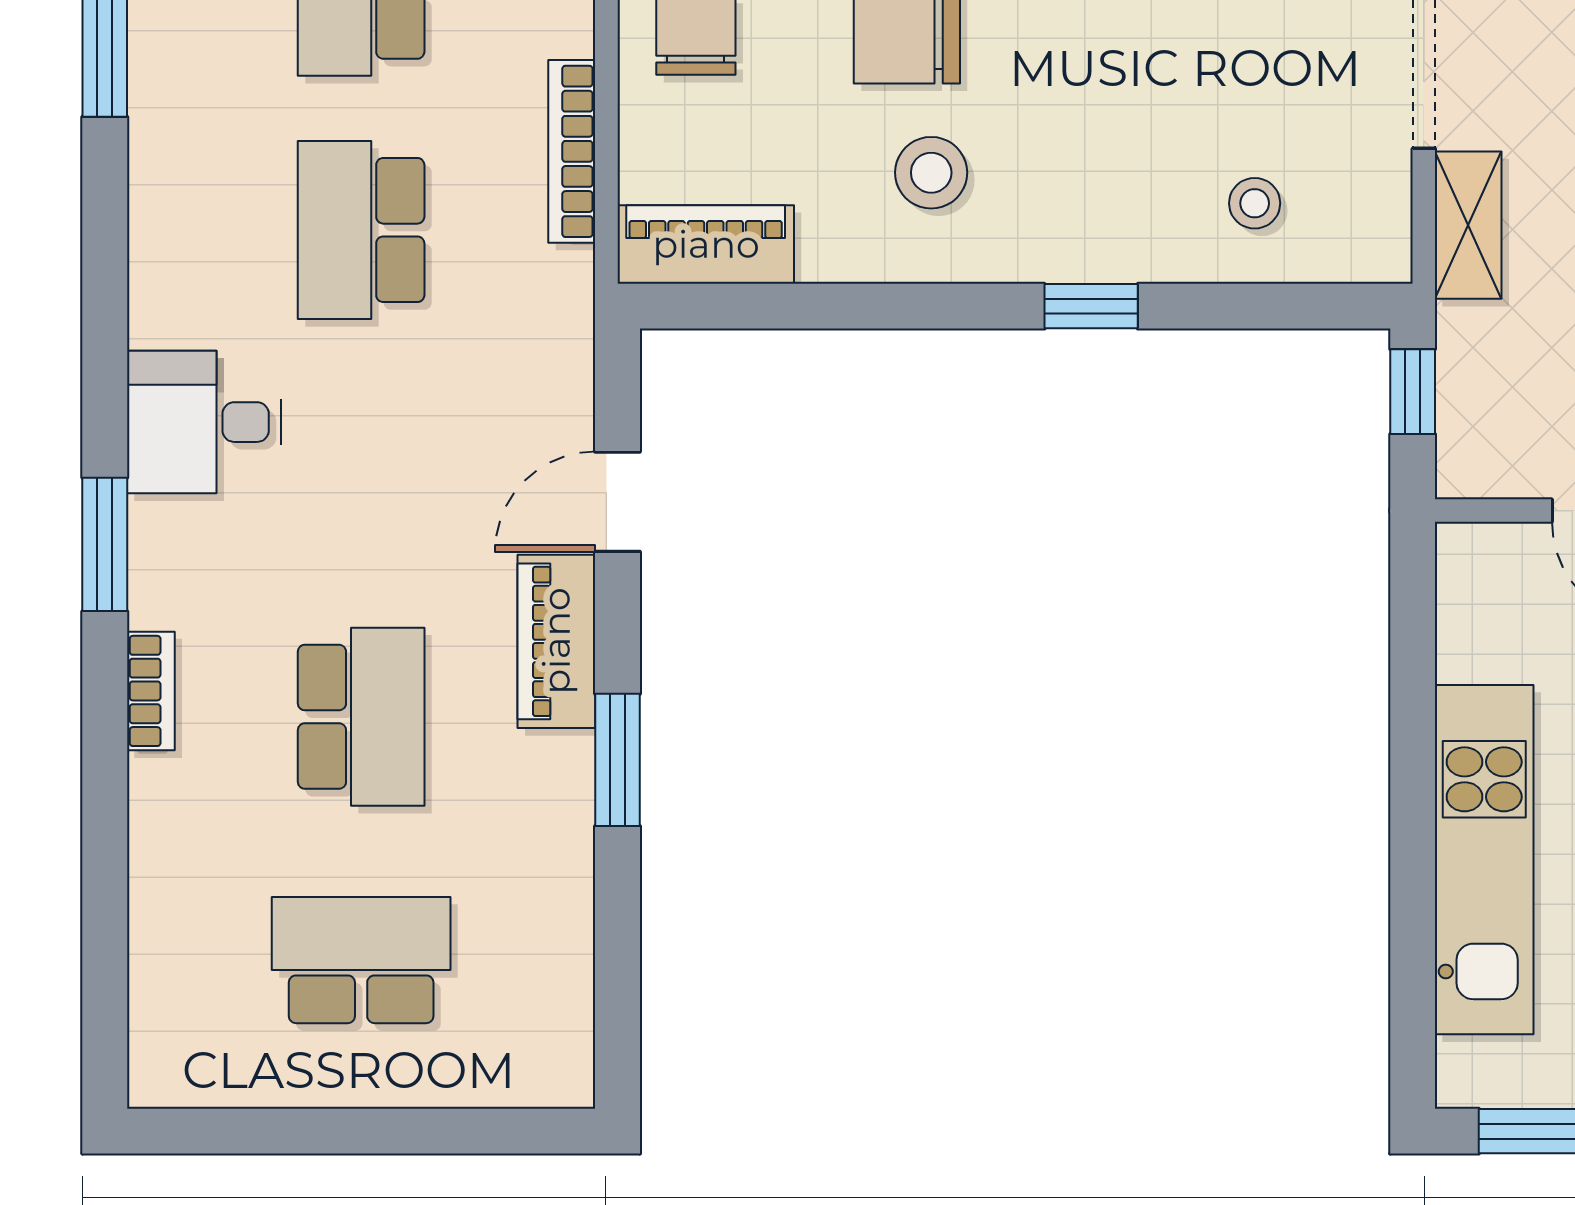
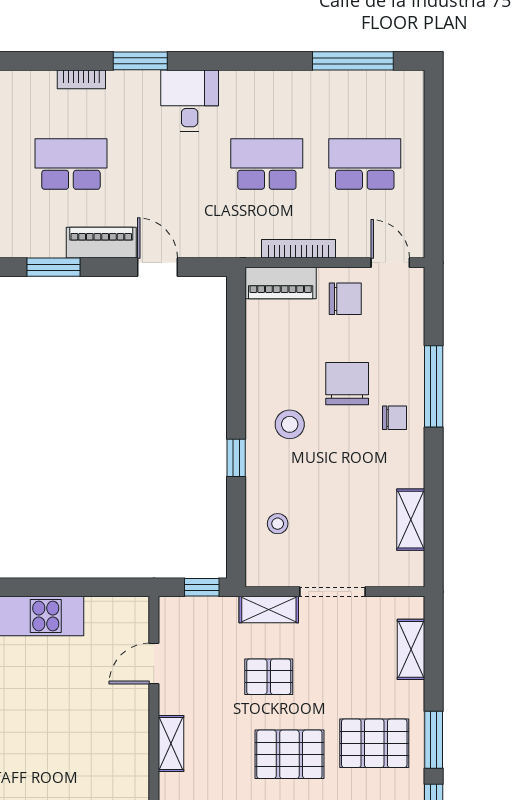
stool: (931, 173) -> (290, 424), moved
piano: (706, 244) -> (281, 283), moved, turned 90
school desk: (361, 717) -> (71, 164), turned 180

